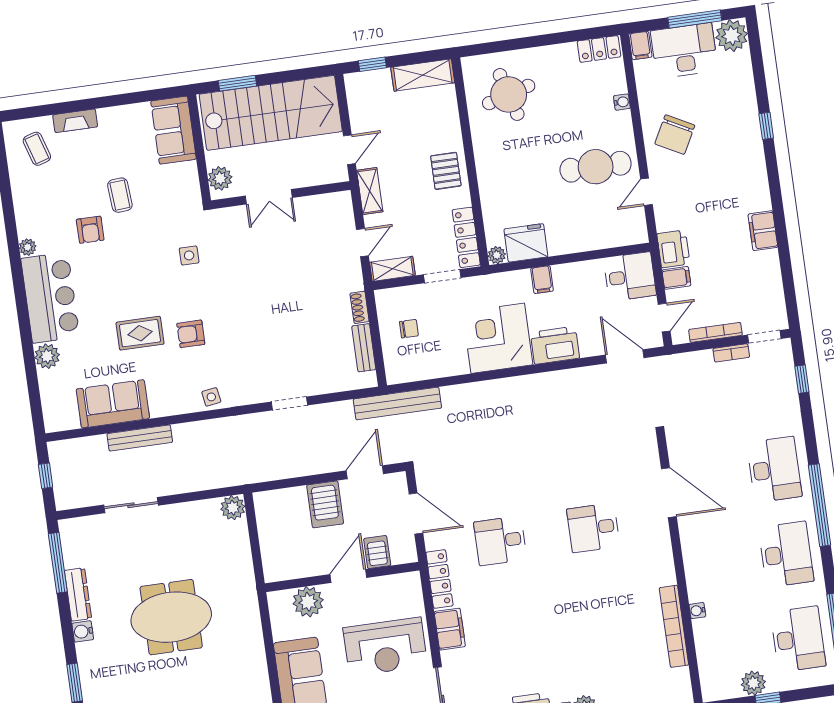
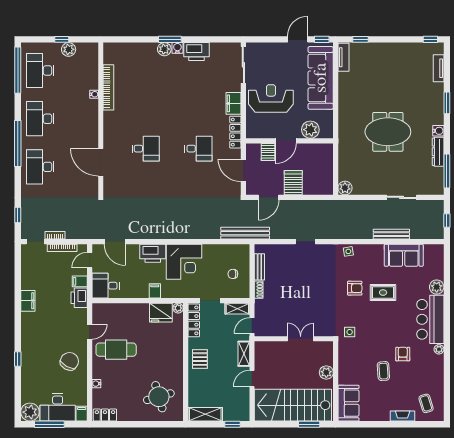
wall: (281, 195) -> (294, 339), moved
double door: (269, 197) -> (301, 339), moved

